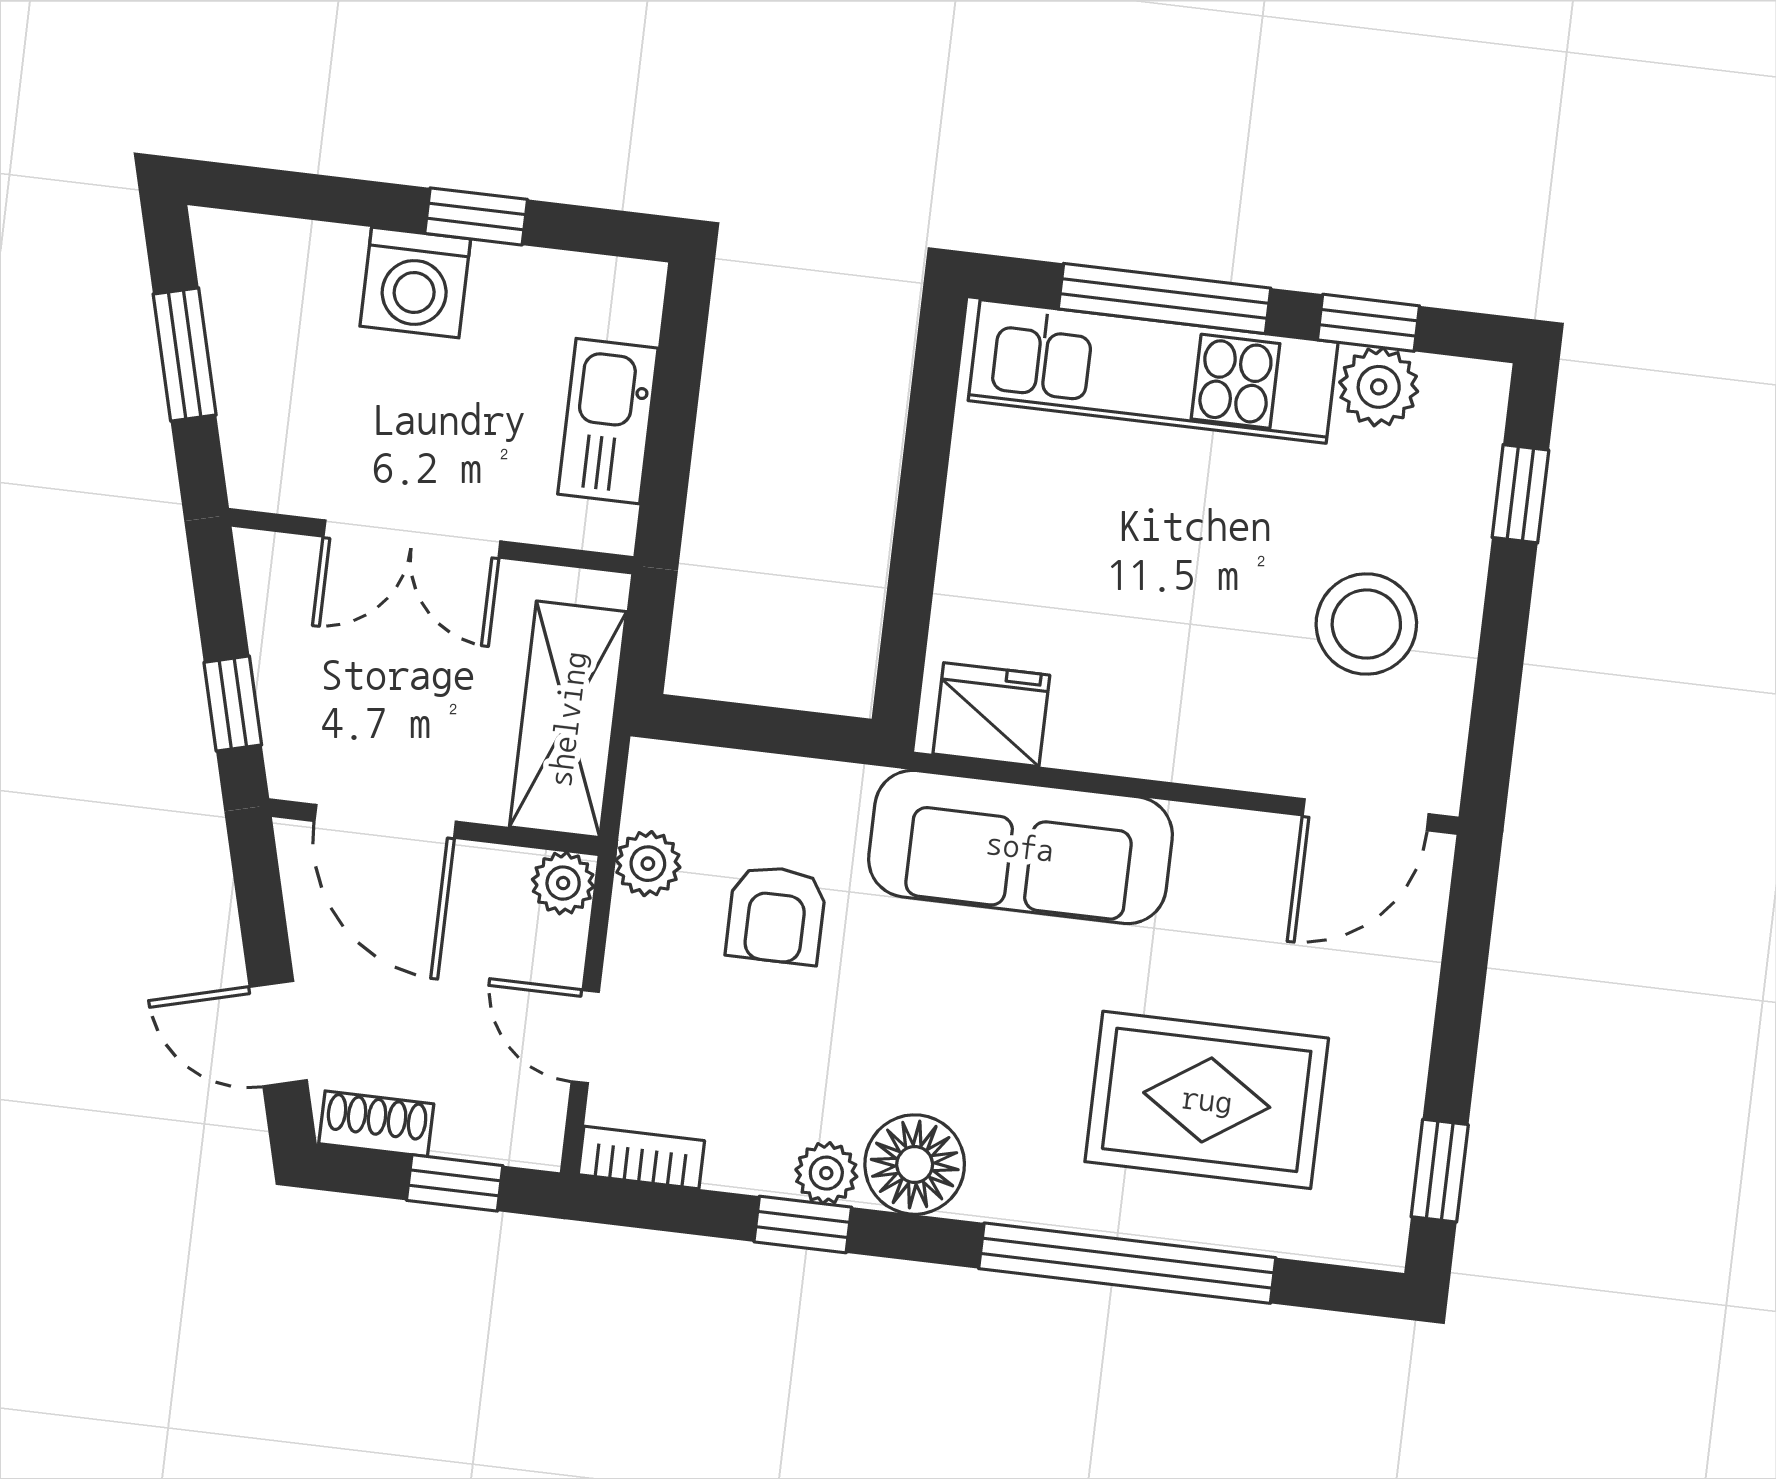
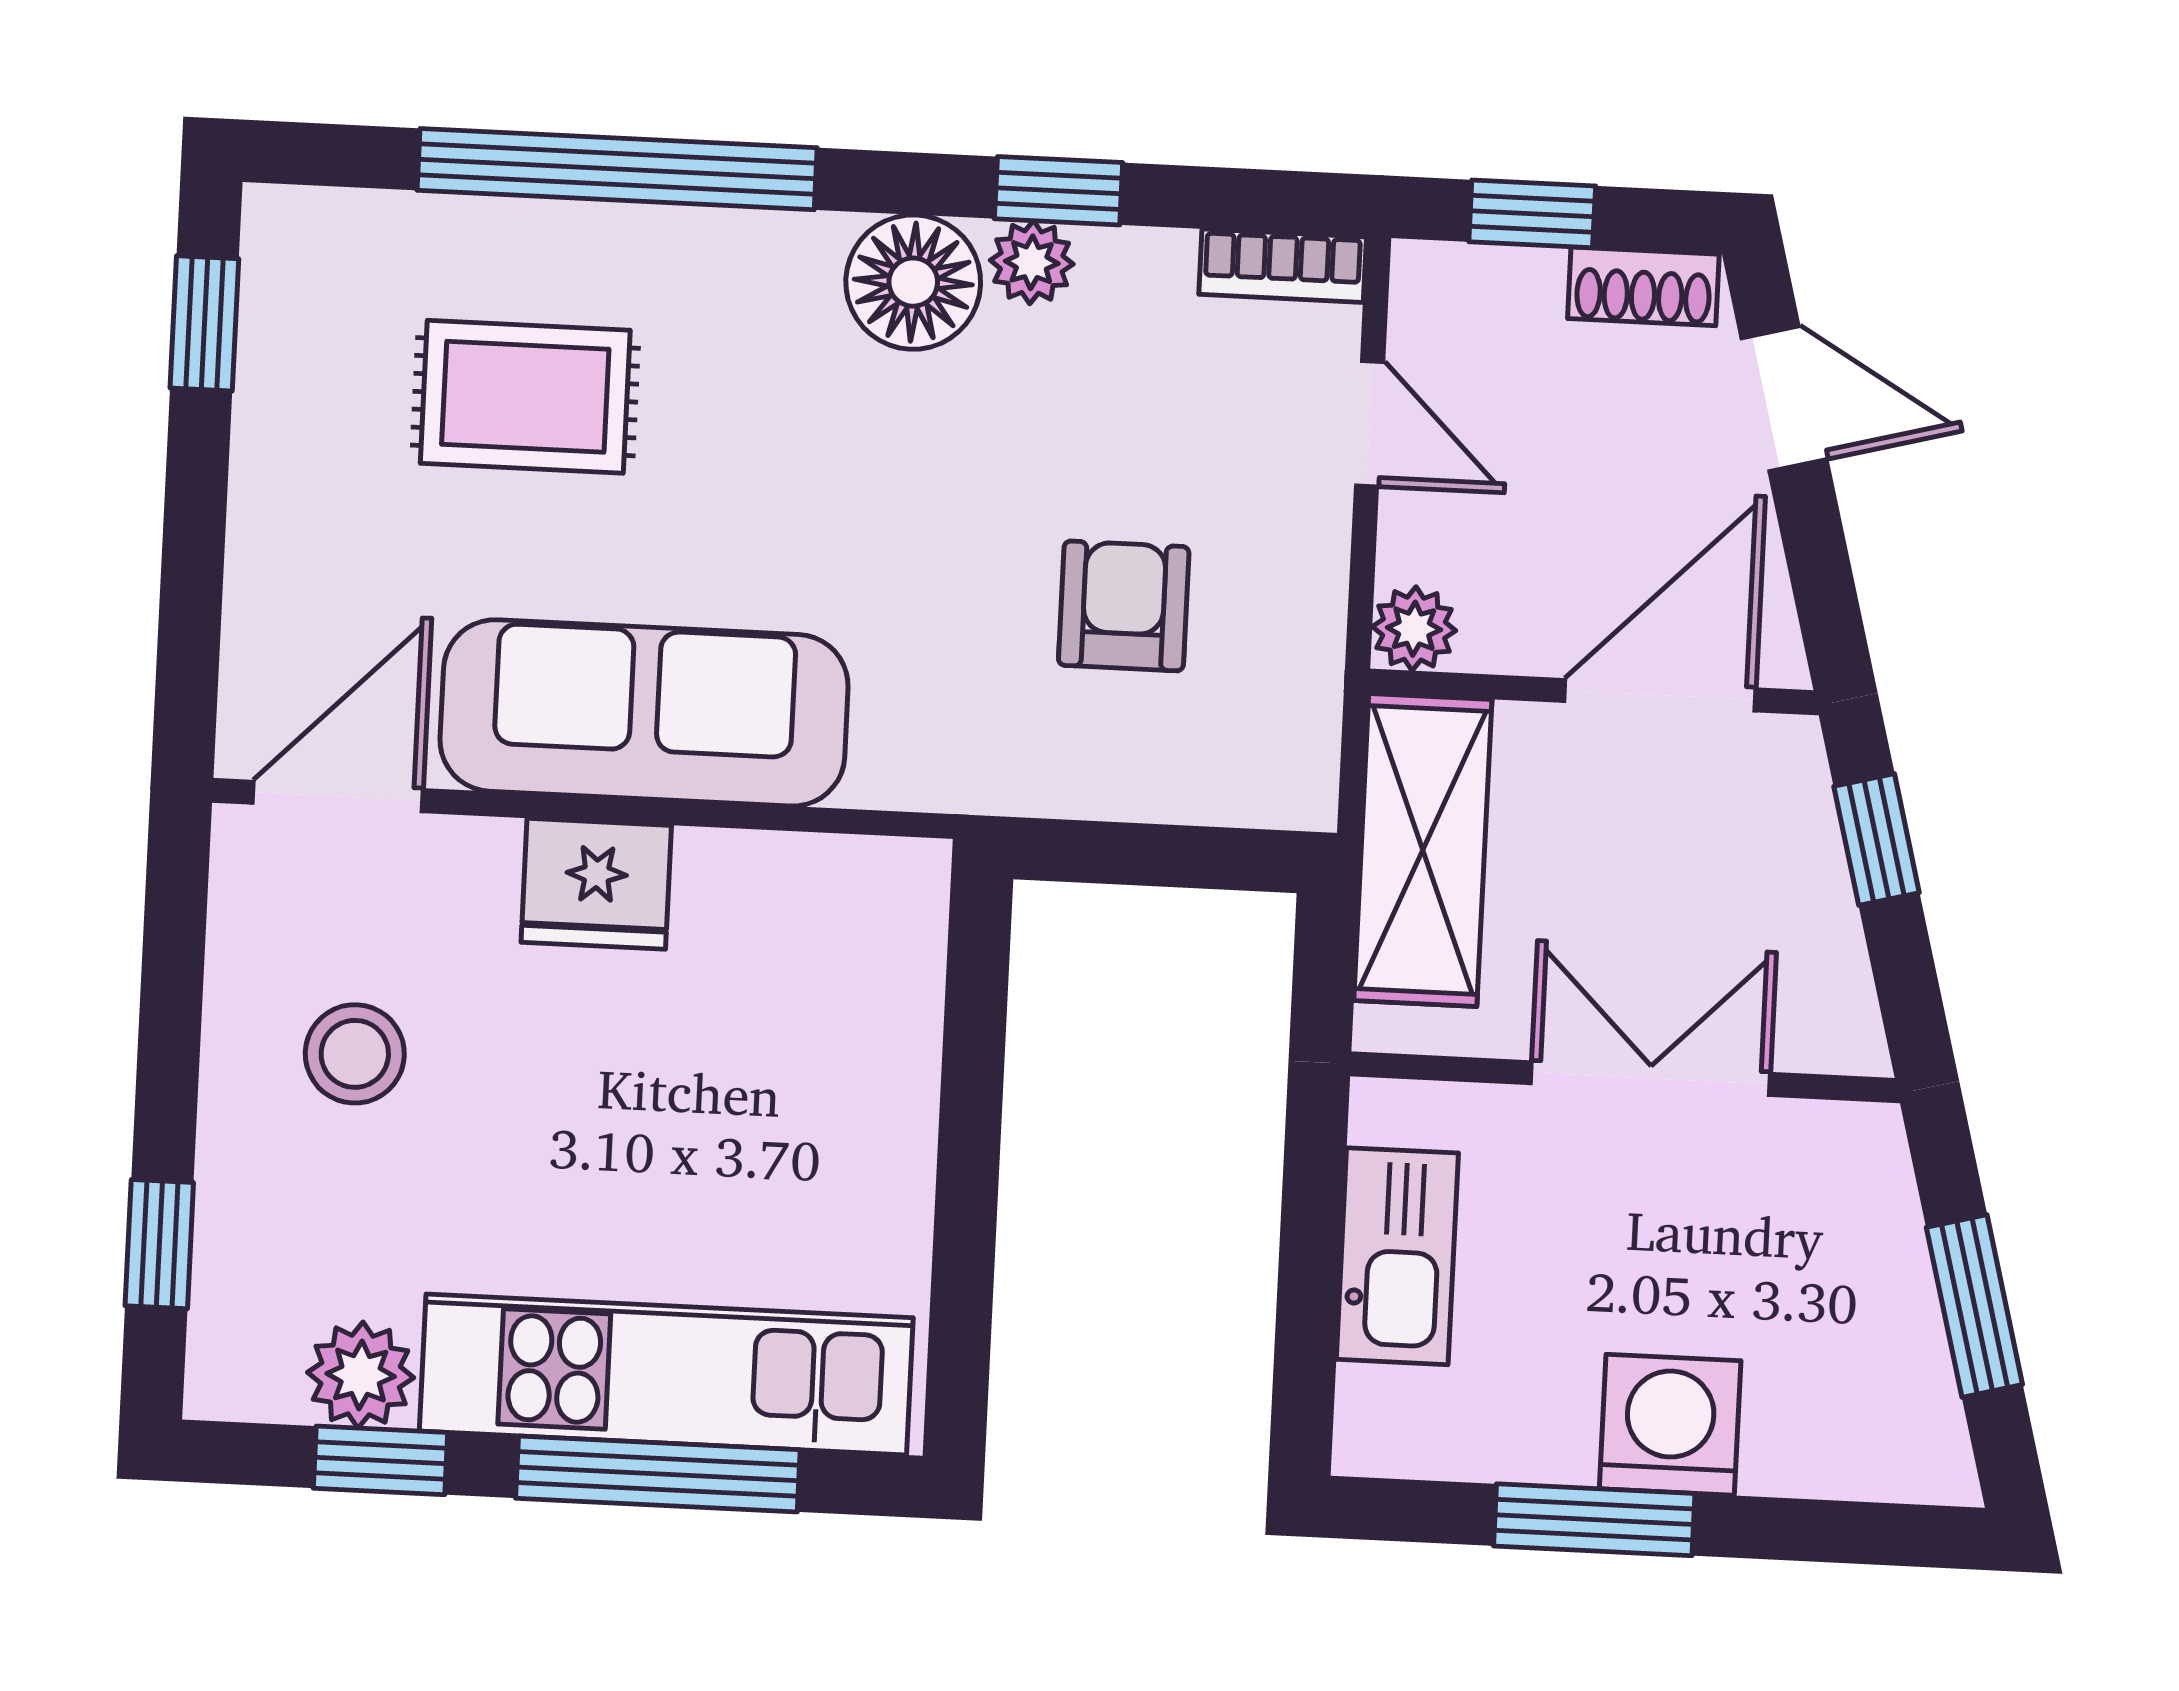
window: (476, 216) -> (1594, 1520), width x1.50
stool: (1366, 624) -> (355, 1054), width x0.73, depth x0.73
fridge: (991, 715) -> (596, 884), moved
door: (385, 821) -> (1660, 695), hinge flipped
sofa: (1020, 847) -> (644, 713), moved
plant: (648, 864) -> (1302, 663), removed
rug: (1207, 1100) -> (525, 397), width x0.73, depth x0.70

